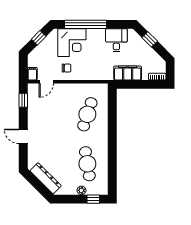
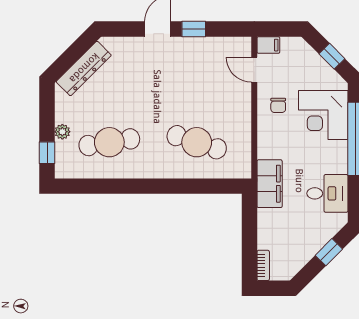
filing cabinet: (128, 73) -> (270, 184), moved
window: (23, 100) -> (194, 29), moved

